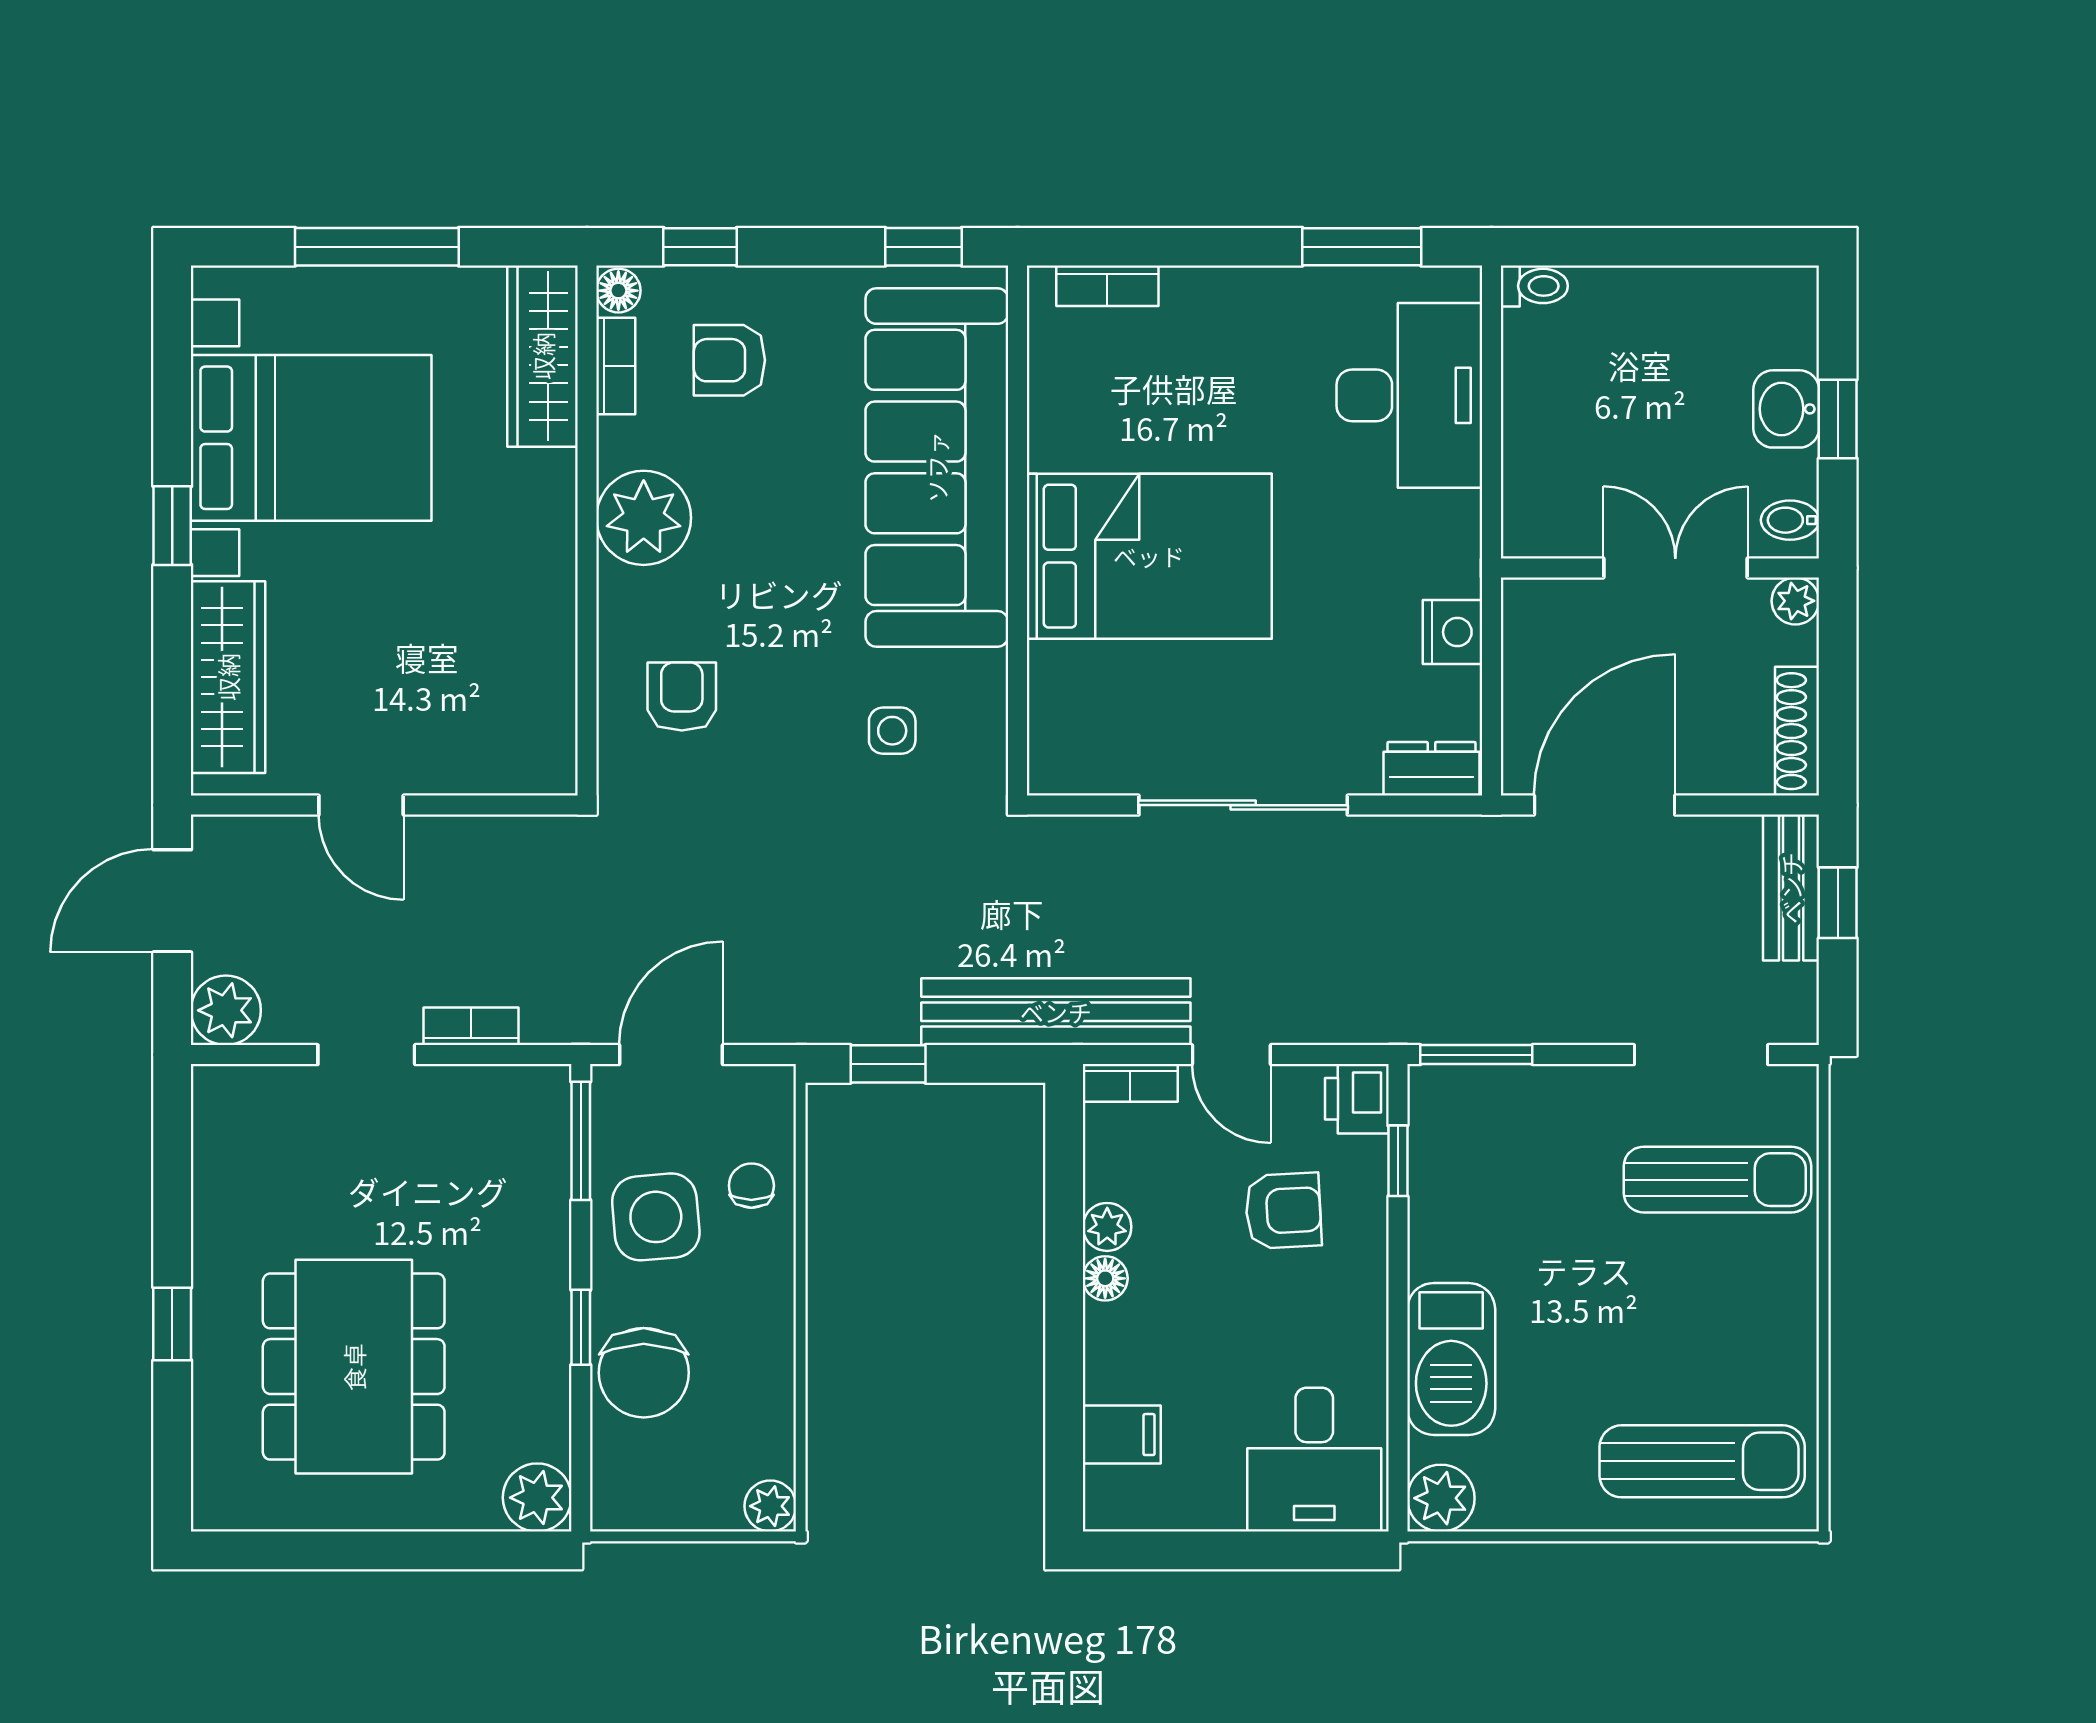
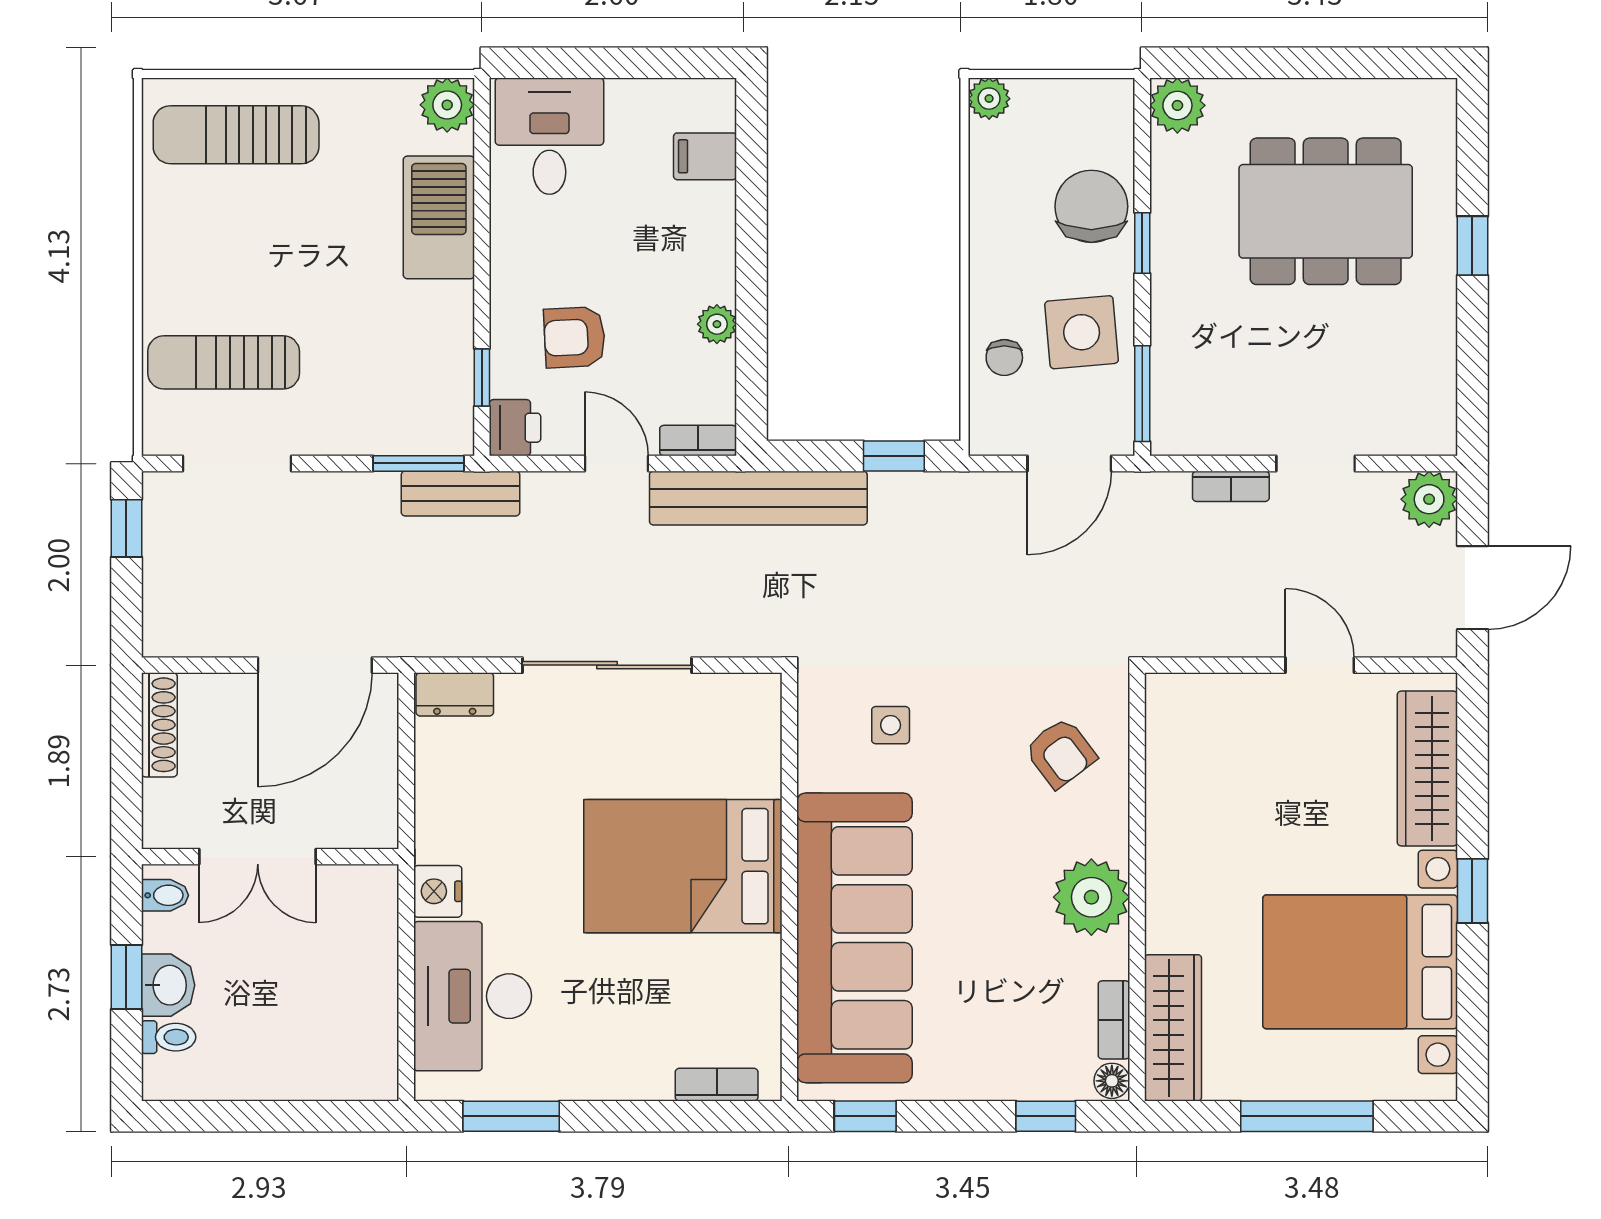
toilet: (1534, 286) -> (169, 1037), moved, turned 180
armchair: (729, 360) -> (1022, 1025), removed
plant: (1795, 601) -> (161, 830), removed
nightstand: (1453, 632) -> (438, 891), moved
armchair: (682, 696) -> (1061, 753), turned -37
bench: (1791, 888) -> (460, 494), moved, turned 90
window: (1838, 903) -> (126, 528), moved
floor lamp: (1105, 1278) -> (718, 283), removed
dining table: (354, 1367) -> (1326, 211), turned 90

